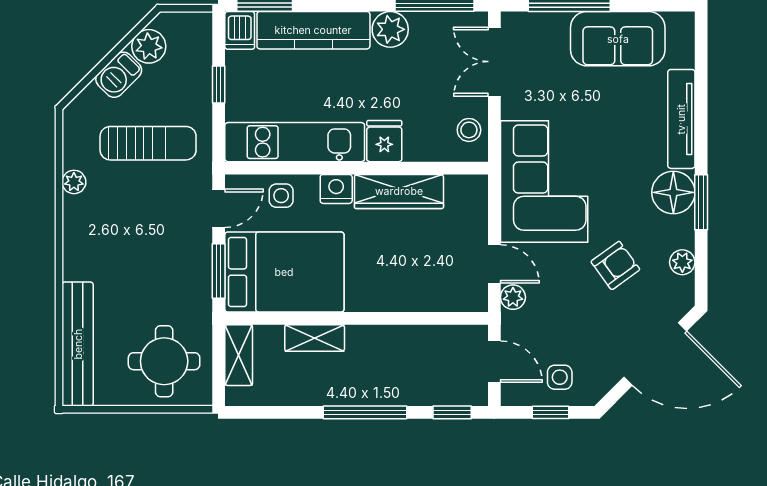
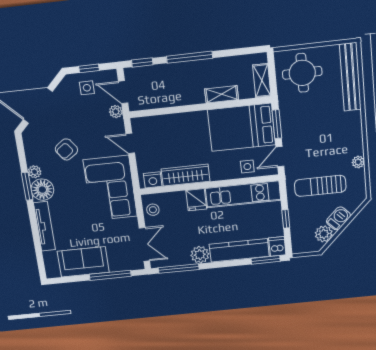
nightstand: (336, 189) -> (153, 180), moved
plant: (682, 262) -> (35, 172), moved
plant: (513, 297) -> (116, 112), moved

